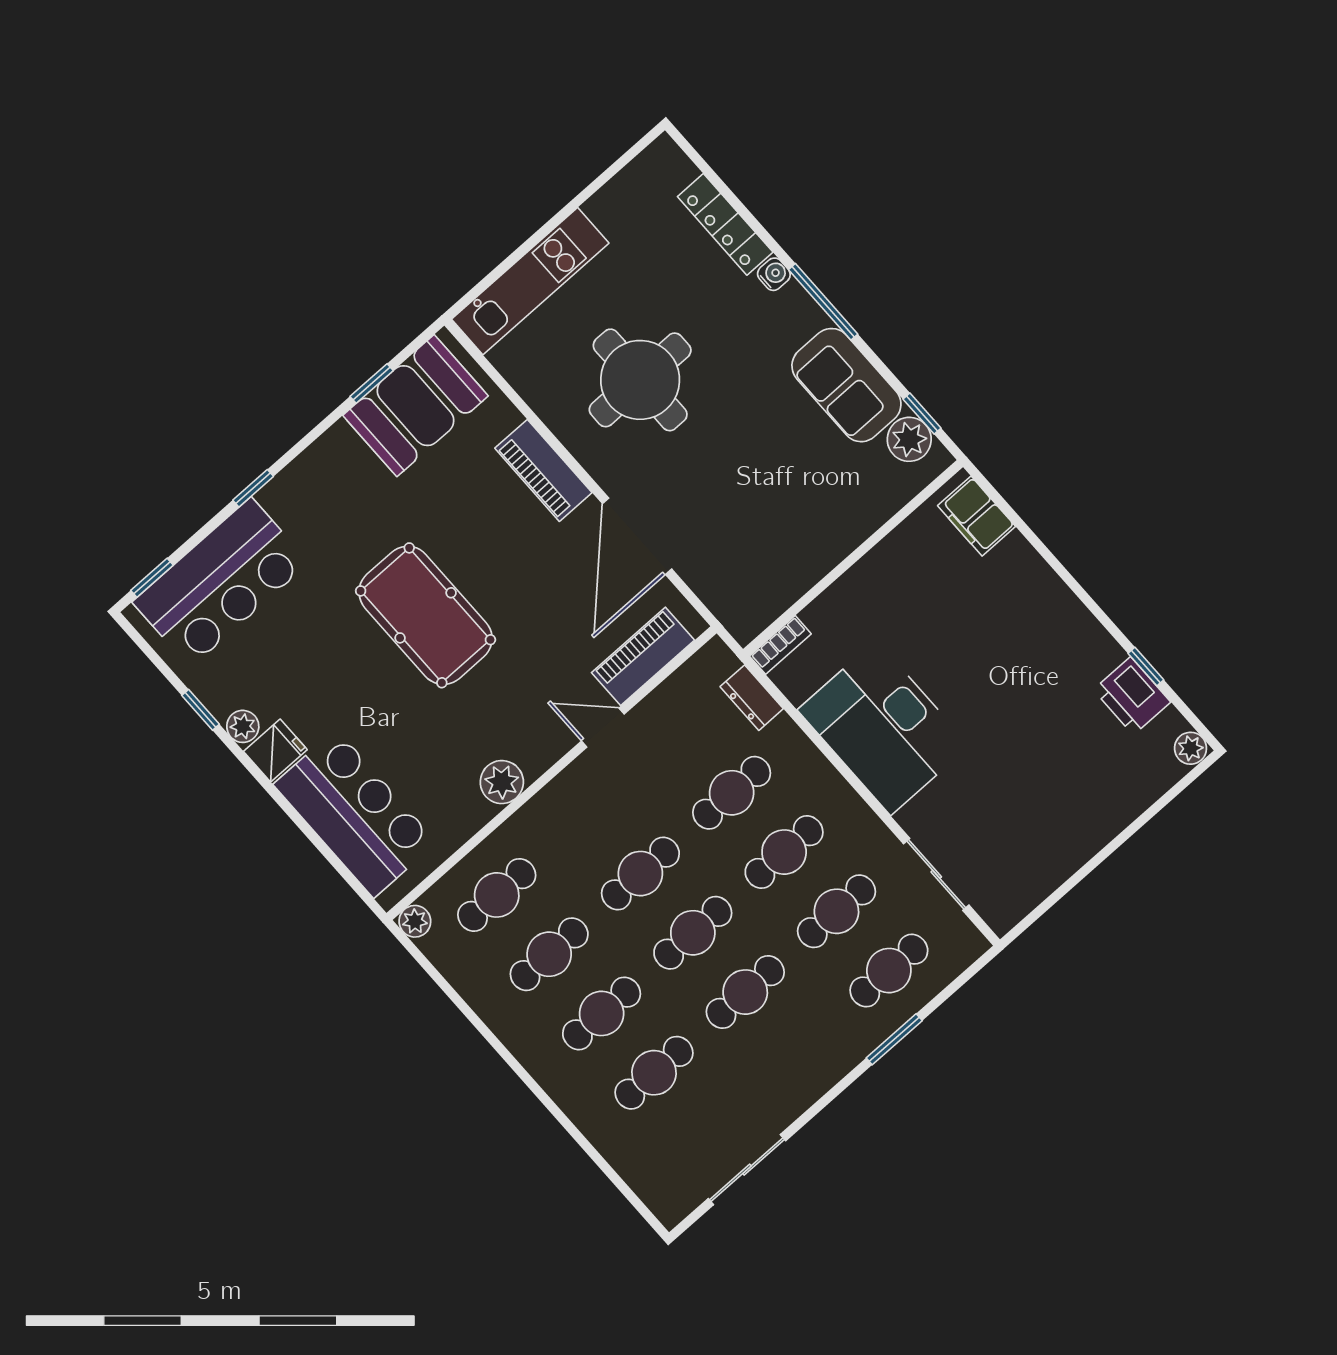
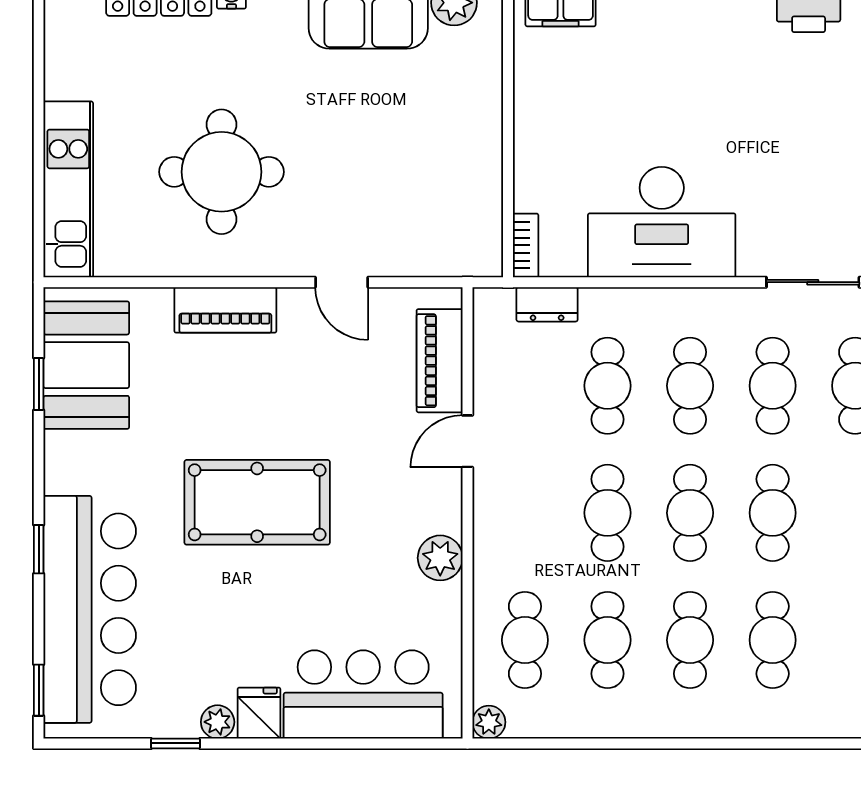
door: (637, 536) -> (342, 282), width x0.53
bar counter: (221, 582) -> (90, 609), width x1.36

